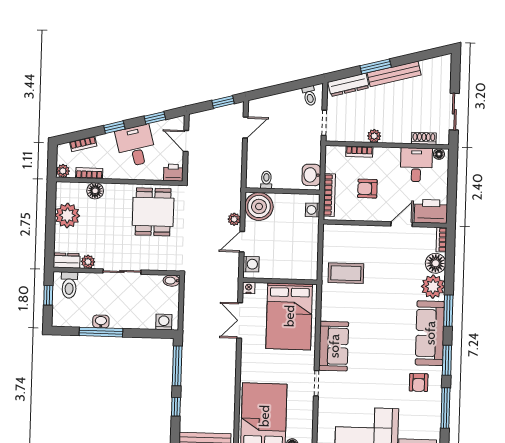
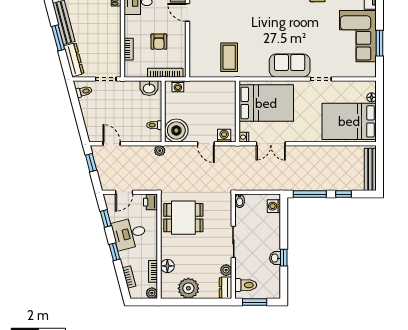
plant: (374, 136) -> (115, 37), removed
plant: (234, 219) -> (160, 151), moved
window: (48, 295) -> (255, 302), width x1.50
window: (101, 332) -> (284, 258), width x0.46

